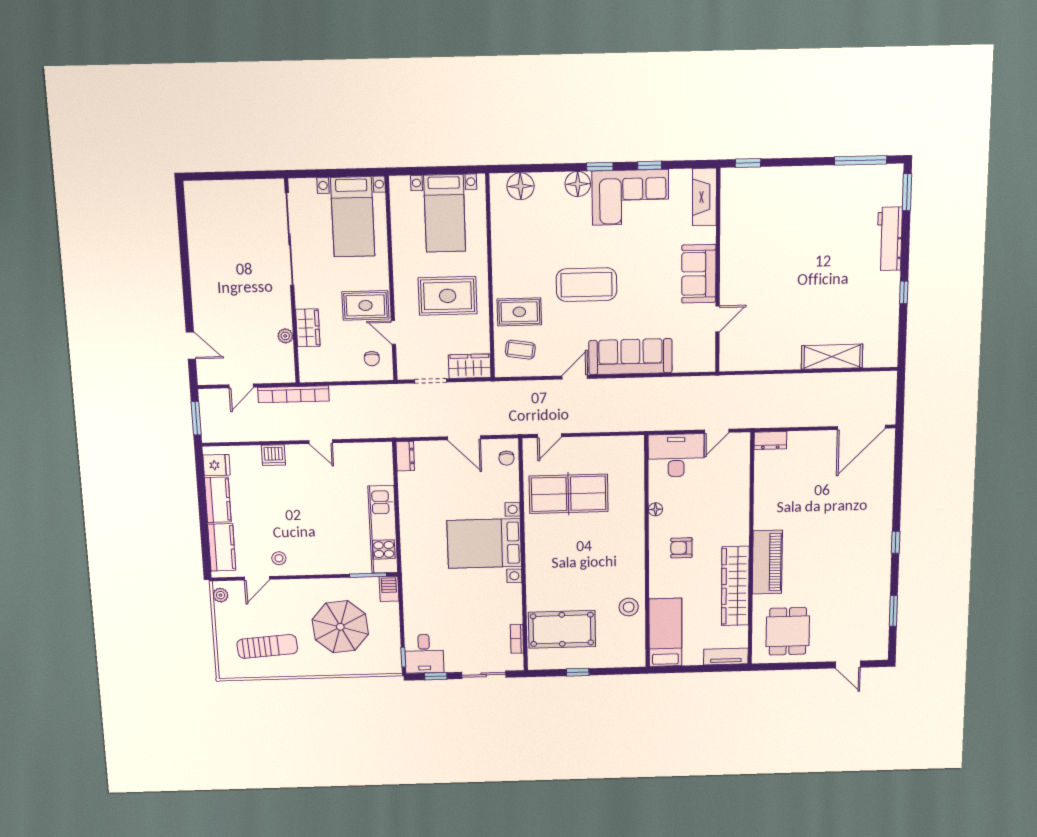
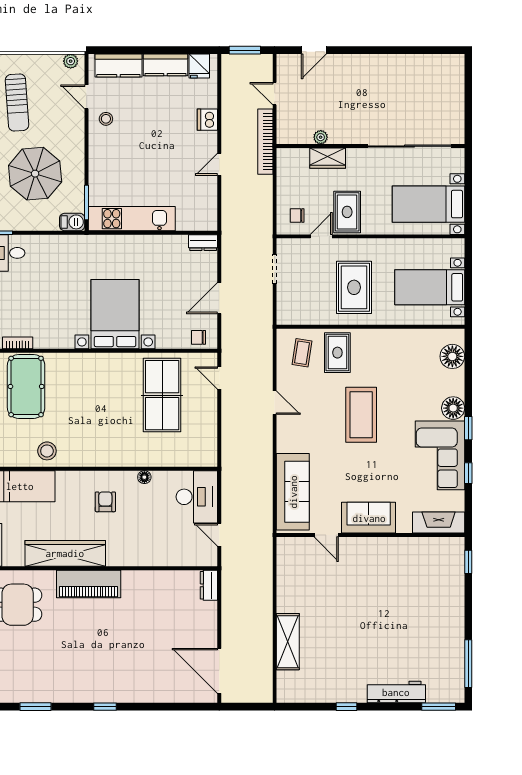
sofa: (630, 357) -> (293, 492), moved
wardrobe: (470, 366) -> (288, 306), removed

